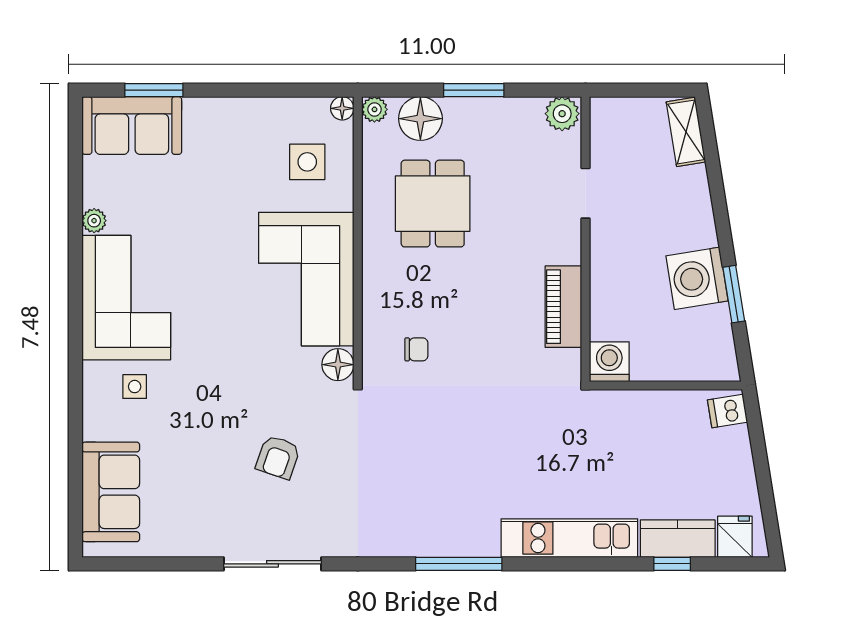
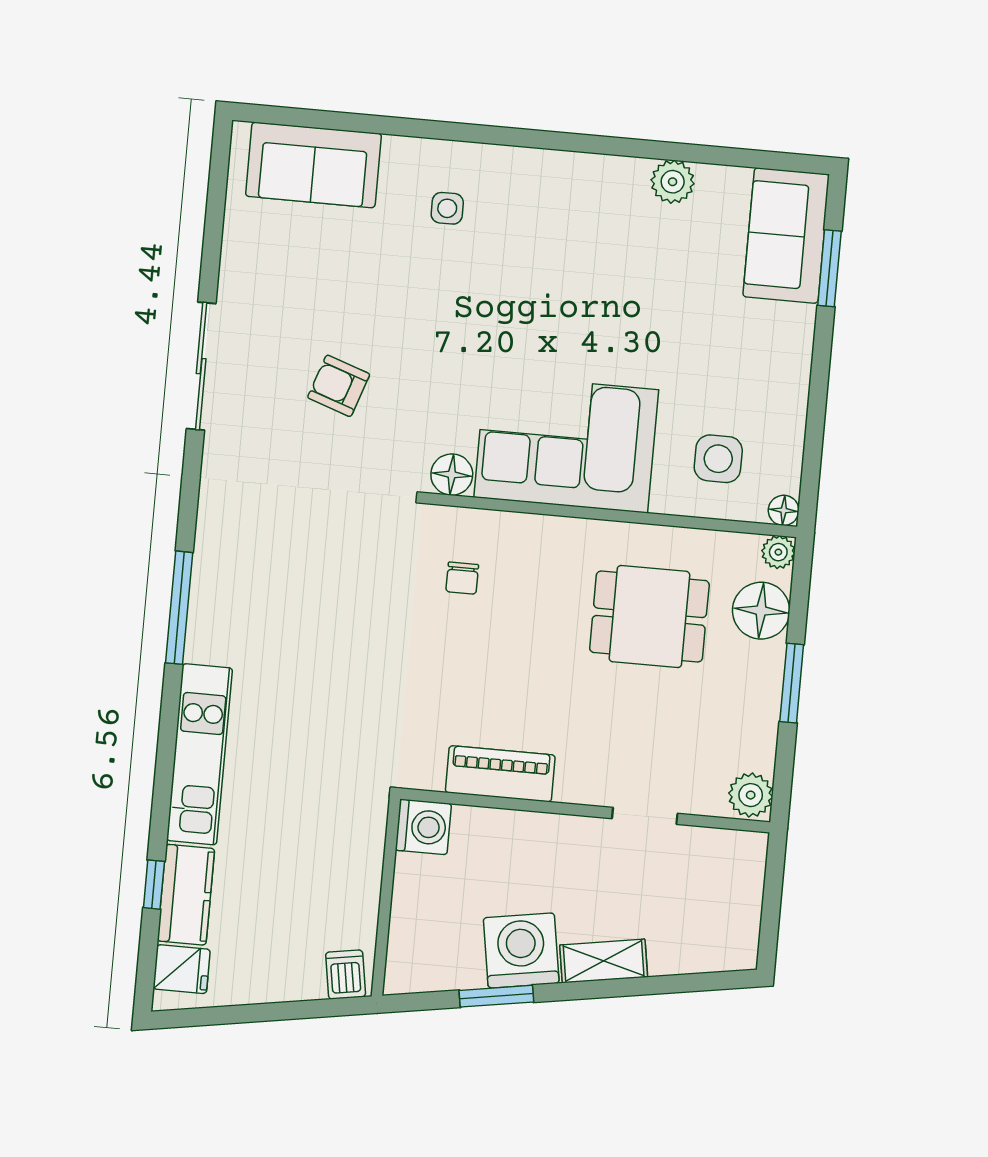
shelving: (686, 132) -> (604, 961), moved
plant: (94, 221) -> (673, 182), width x1.38, depth x1.38
corner sofa: (126, 298) -> (564, 208), removed

